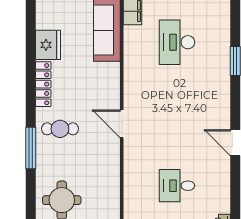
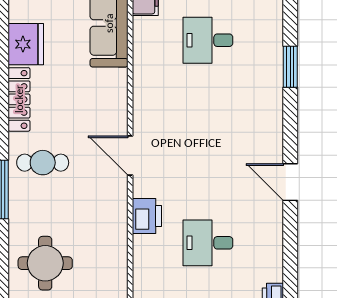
desk: (177, 42) -> (208, 40), width x0.73
printer: (134, 167) -> (147, 216), added

